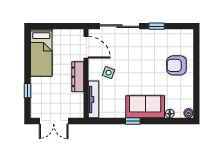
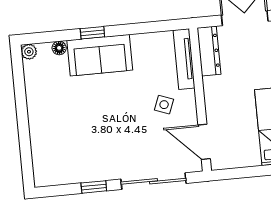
armchair: (177, 65) -> (56, 127), removed
dresser: (78, 77) -> (209, 51), moved
window: (133, 121) -> (92, 33), moved

